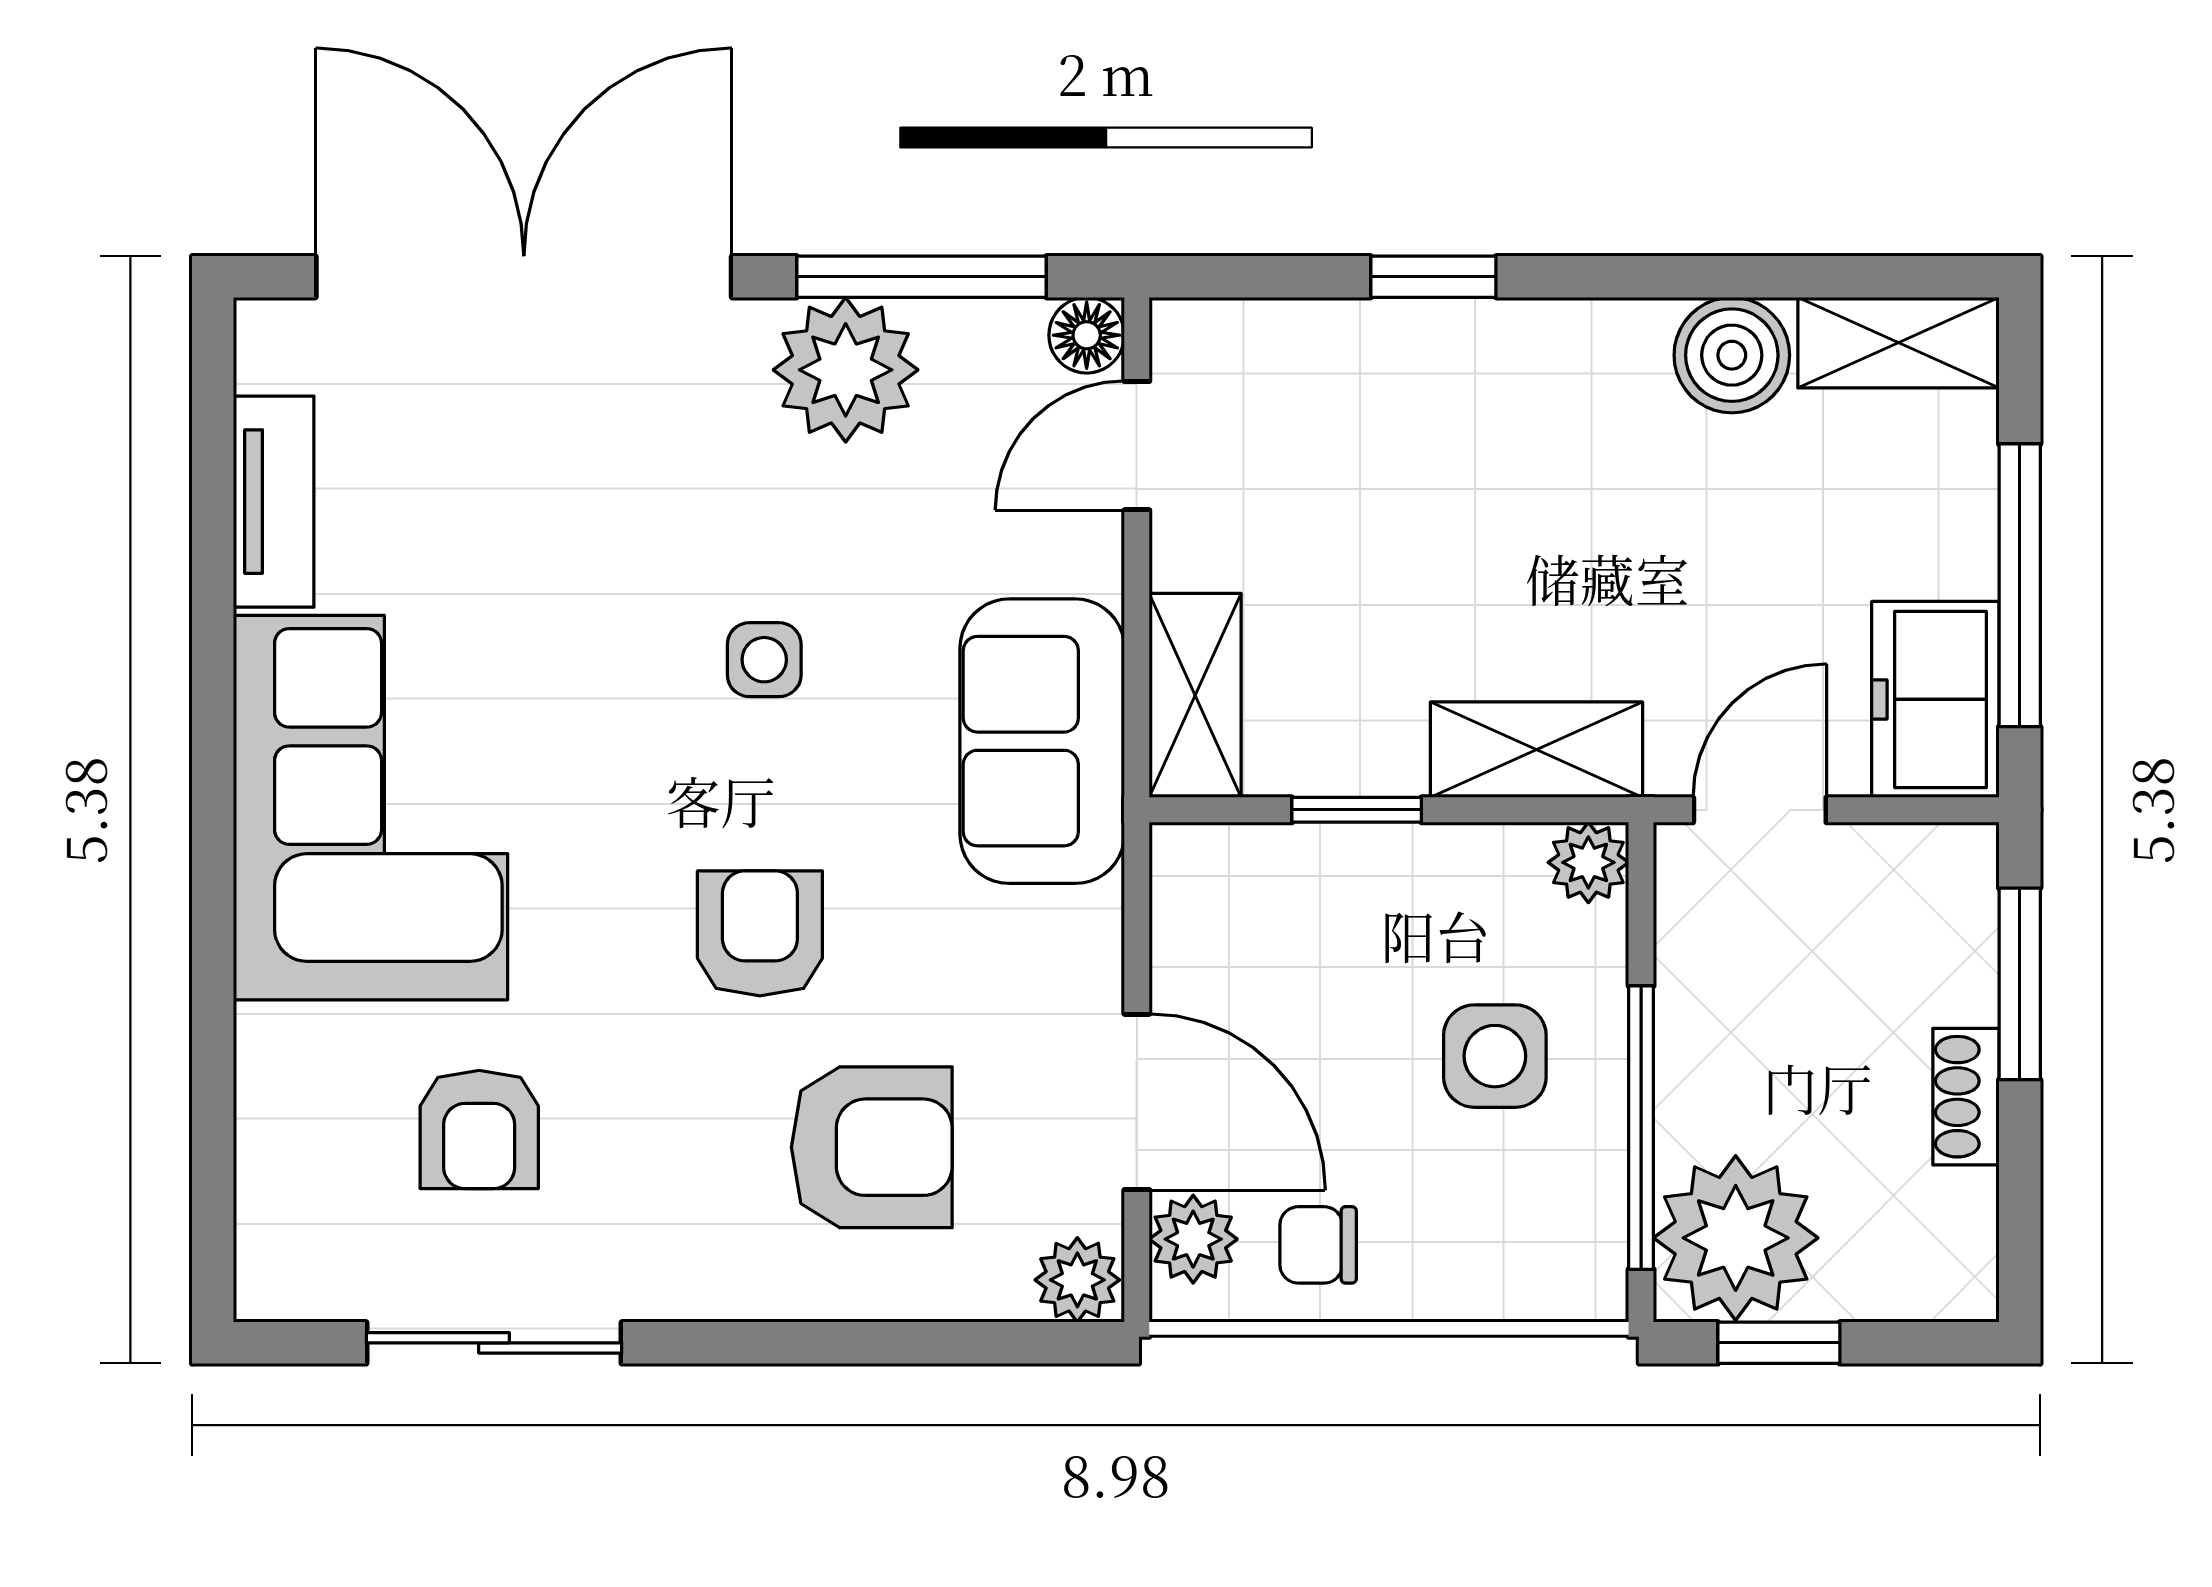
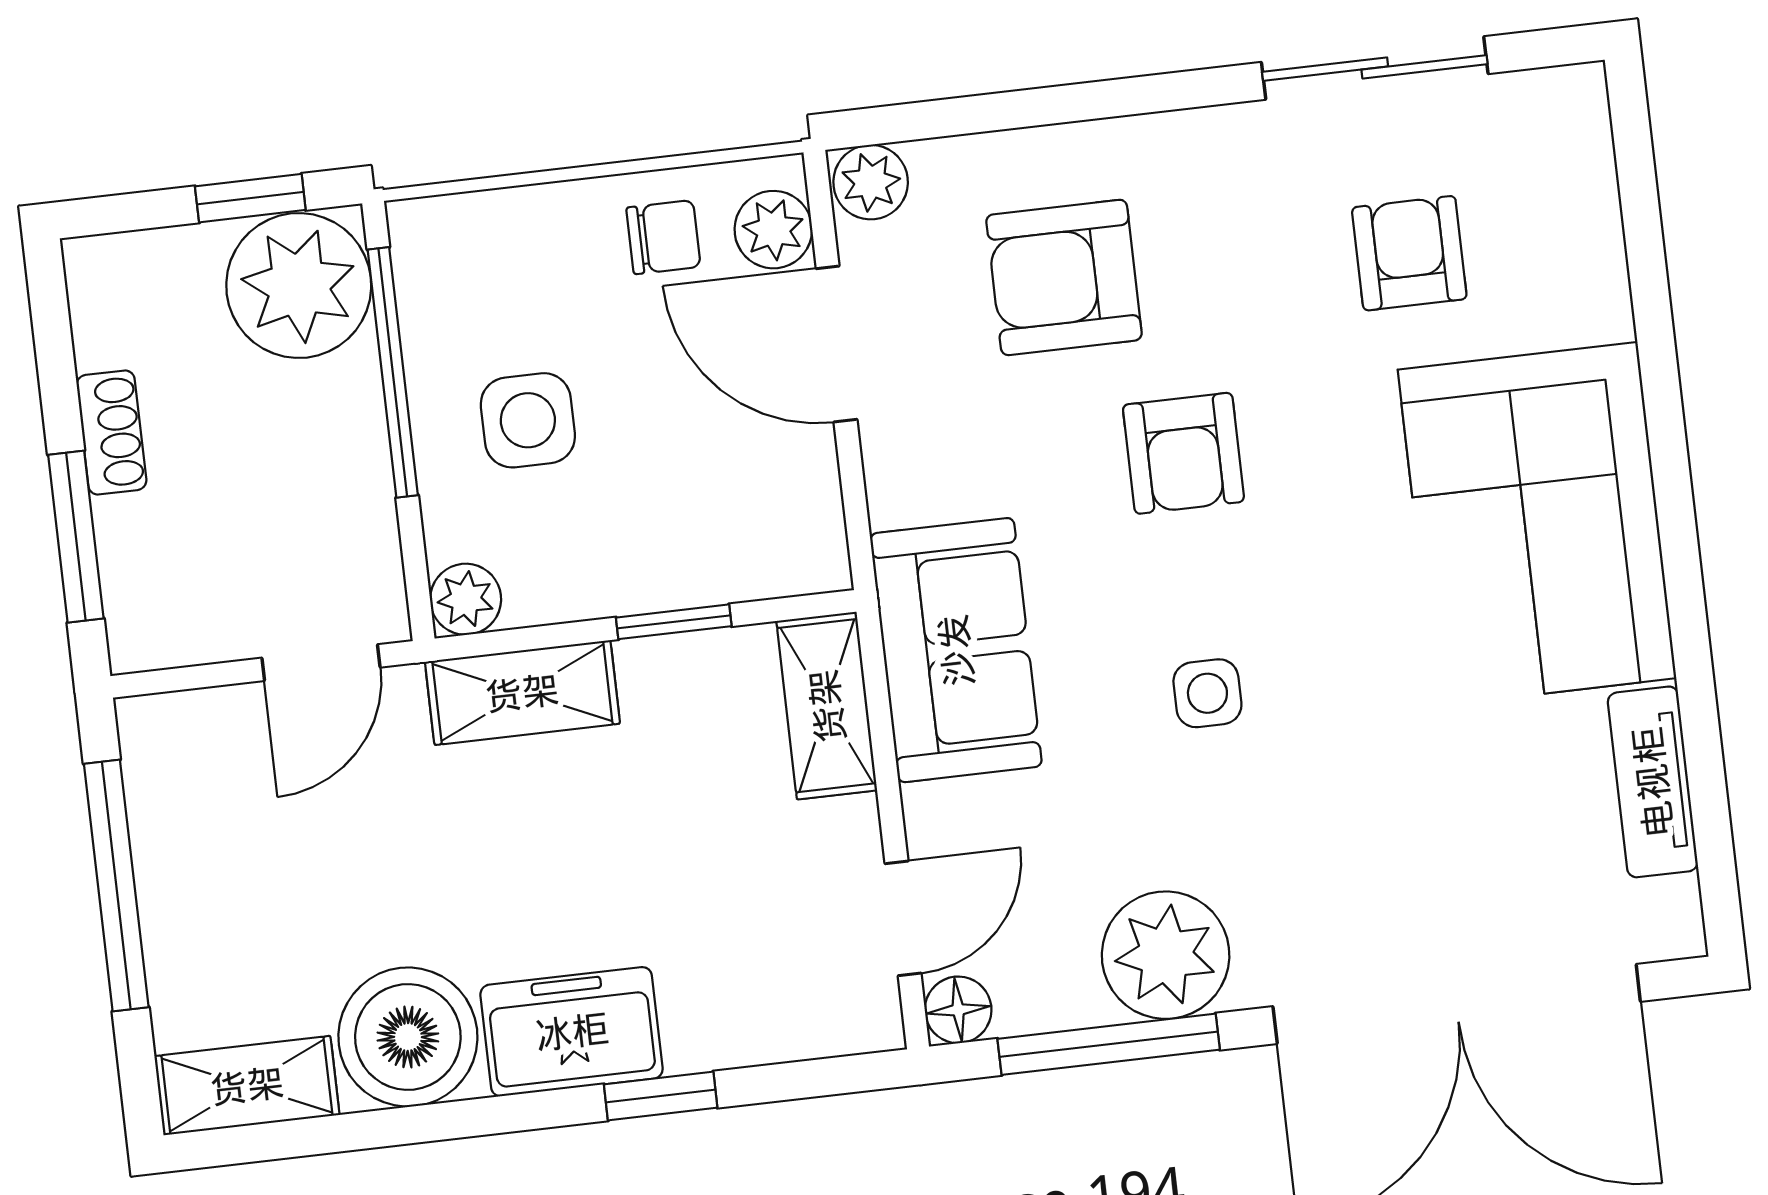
boiler: (1732, 355) -> (408, 1037), width x1.37, depth x1.37
freezer: (1935, 699) -> (572, 1032), moved, turned -90

